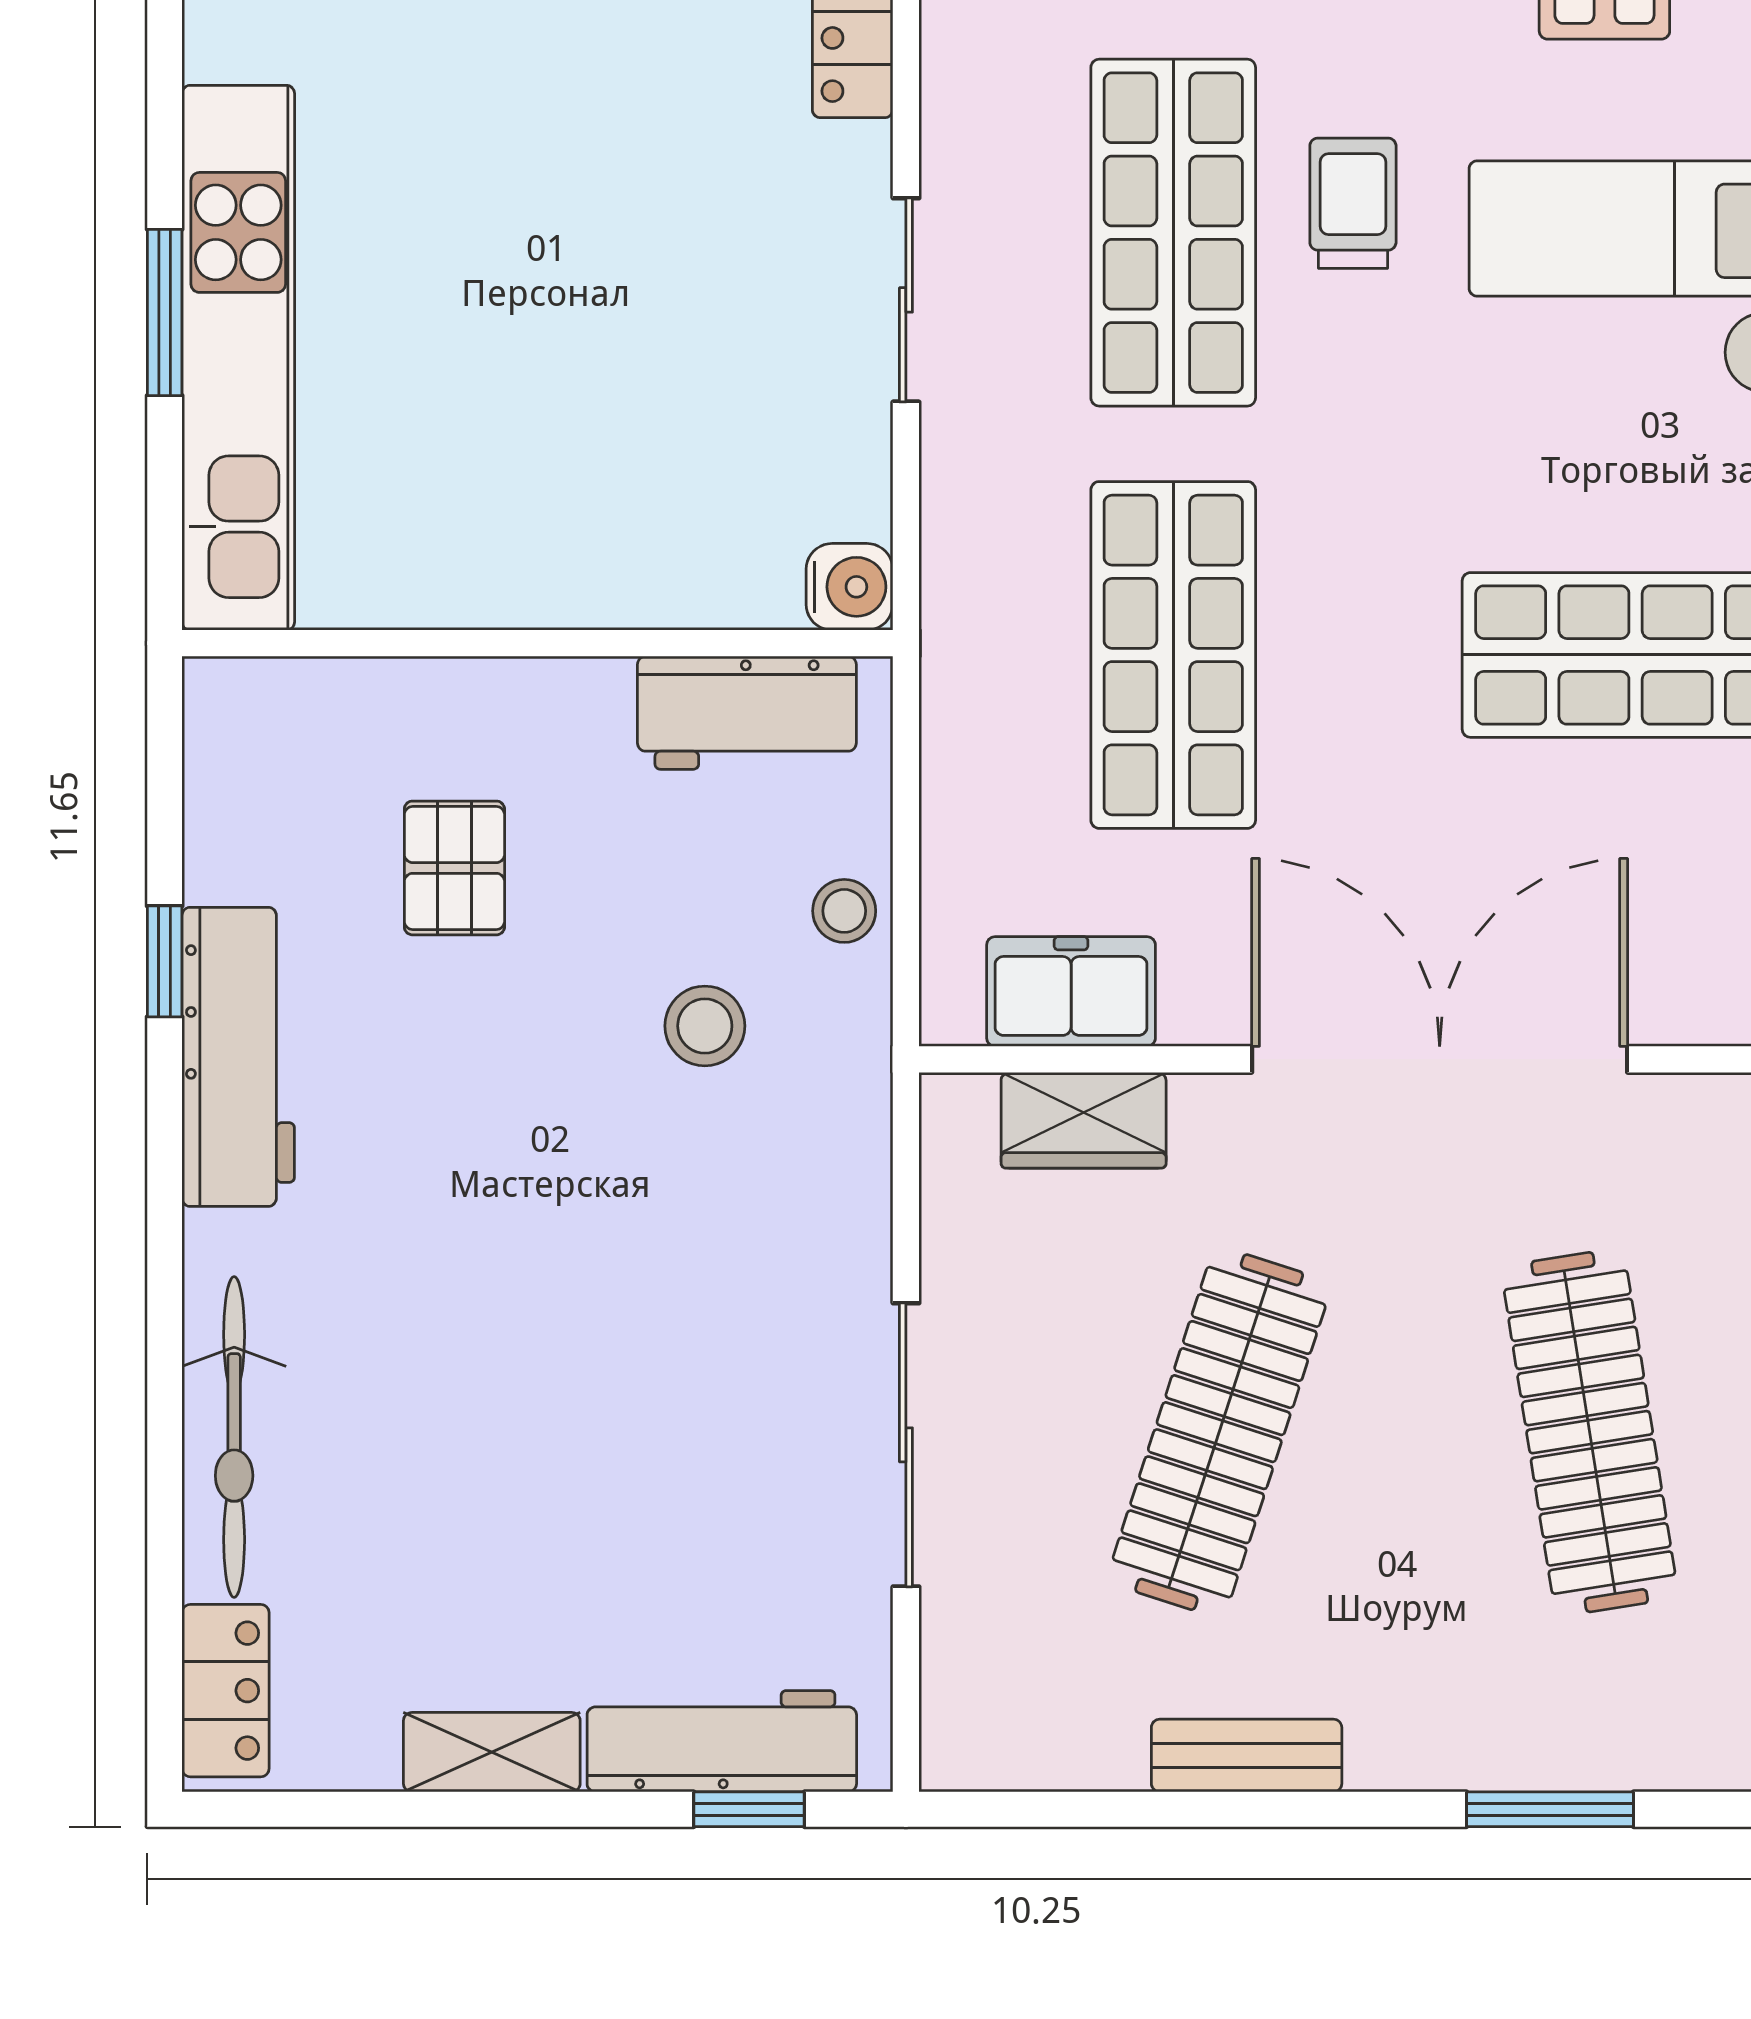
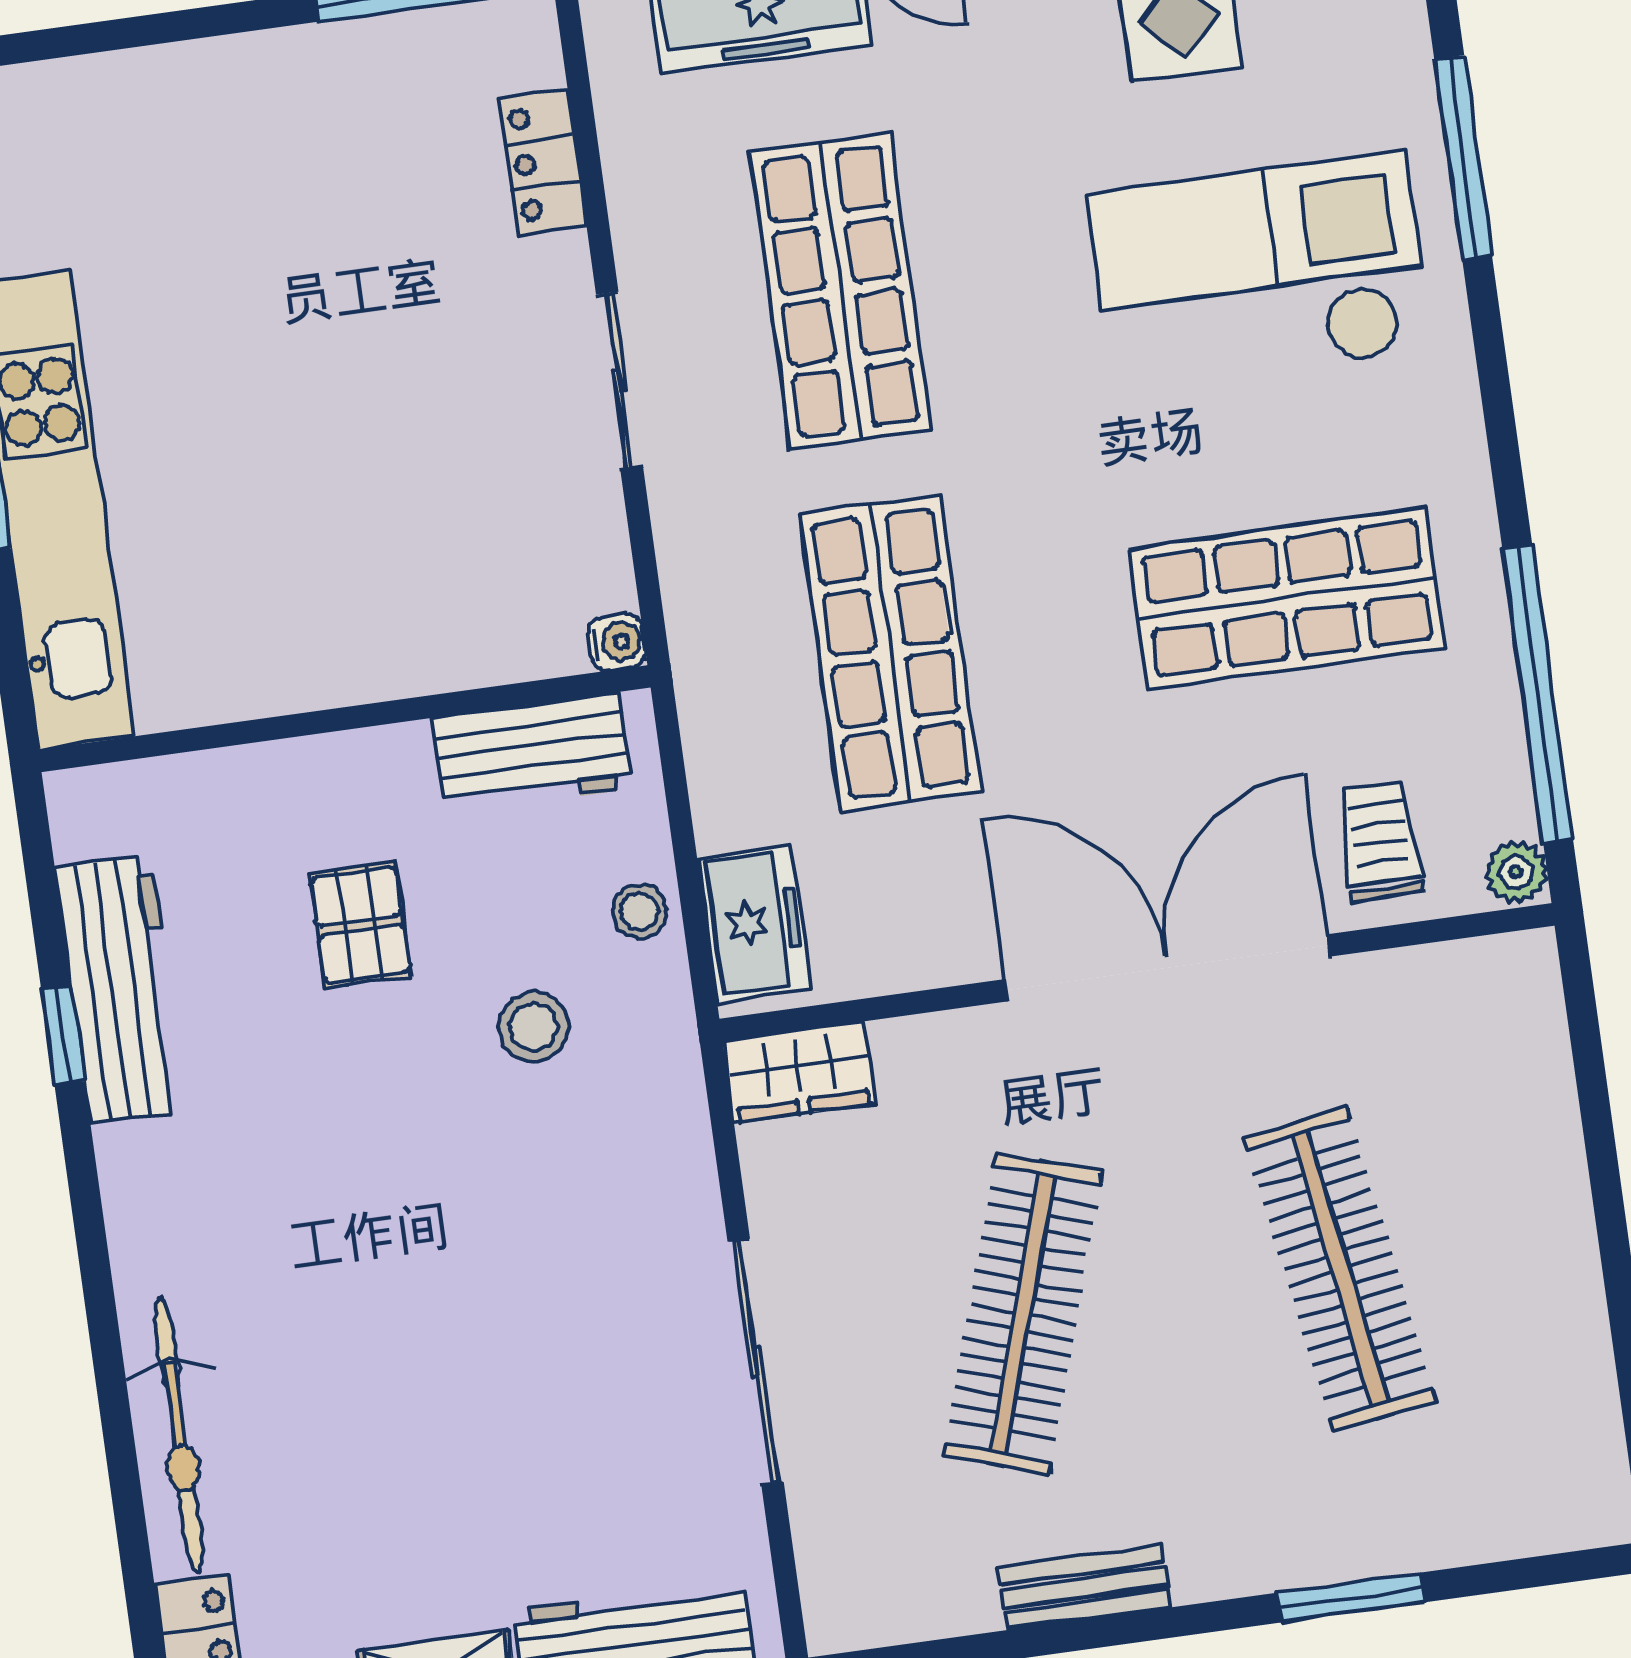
trolley: (1353, 203) -> (1380, 841), moved
water cooler: (850, 587) -> (617, 642), width x0.72, depth x0.72
pallet: (454, 868) -> (360, 925), moved
freezer: (1071, 992) -> (754, 923), moved, turned 90
workbench: (238, 1057) -> (121, 989), moved
wardrobe: (1084, 1120) -> (799, 1072), moved

